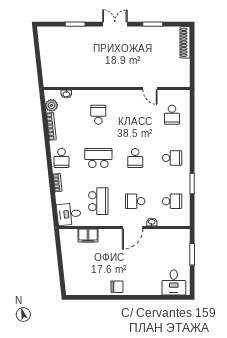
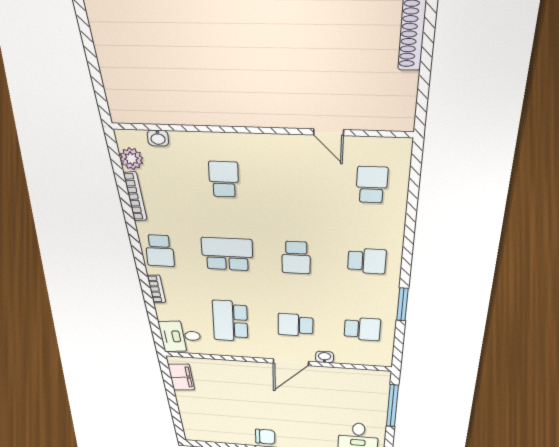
school desk: (172, 115) -> (372, 185), turned 180
school desk: (98, 201) -> (230, 321), turned 180
filing cabinet: (88, 235) -> (181, 377), moved, turned -96
window: (192, 254) -> (392, 406), width x1.44

